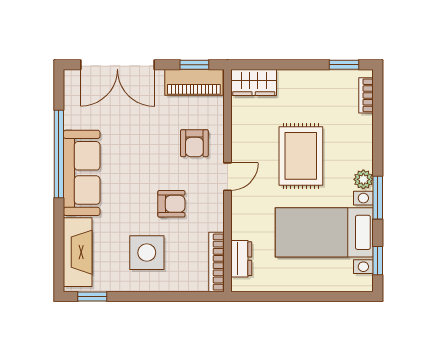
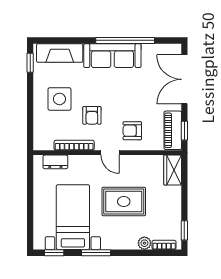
plant: (363, 179) -> (144, 243), moved
bookcase: (216, 262) -> (74, 145), moved

